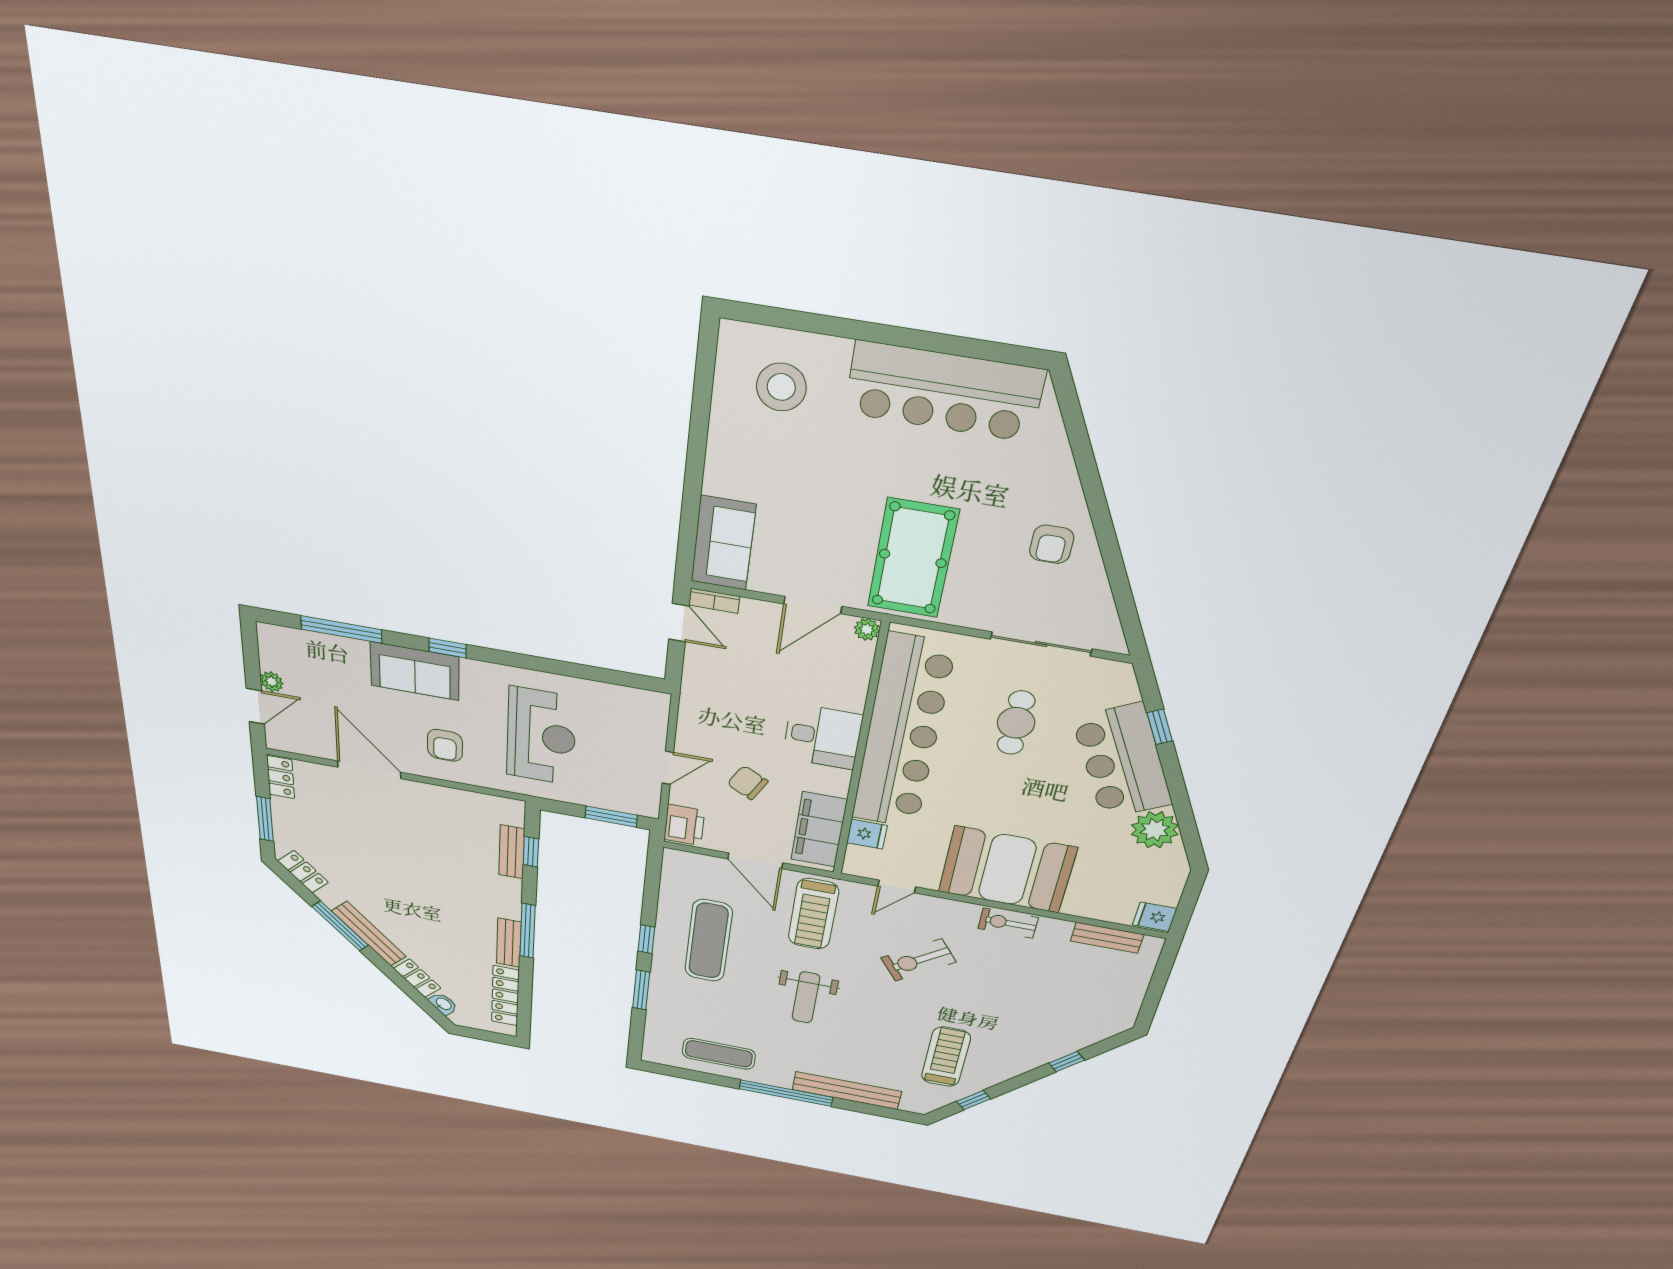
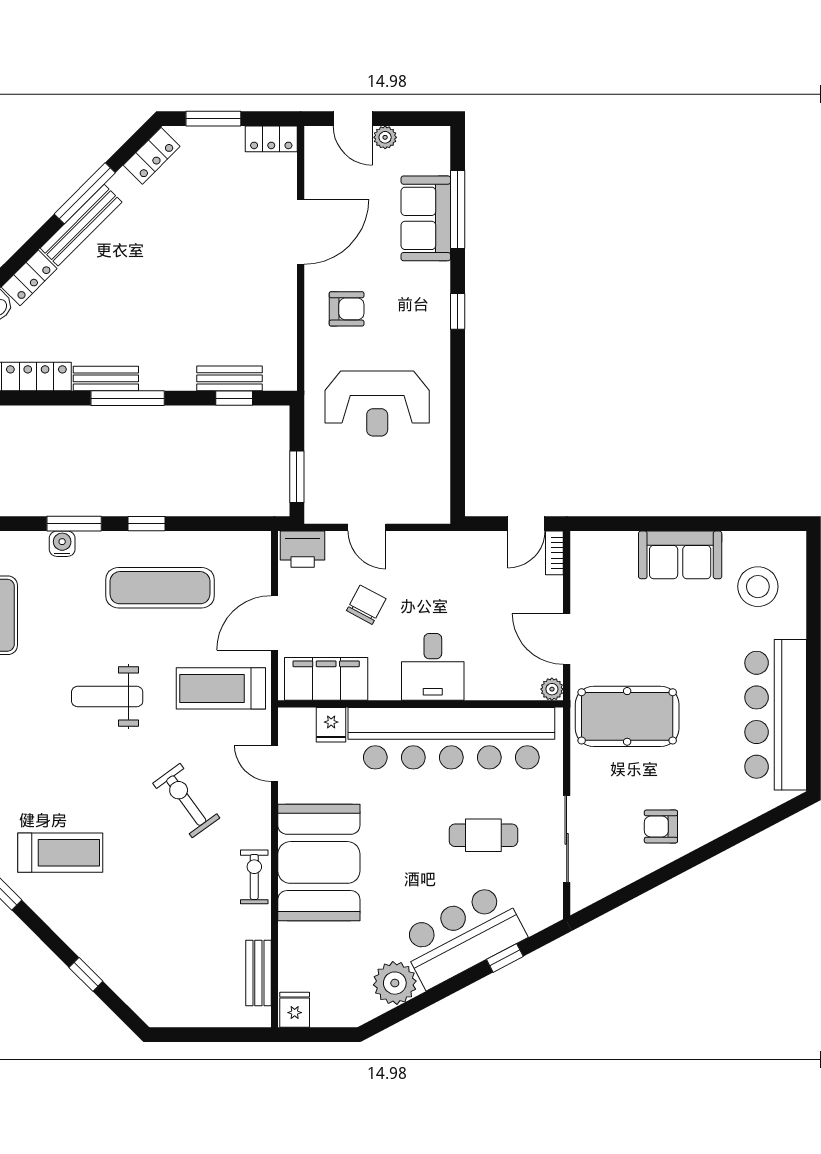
sofa: (723, 543) -> (680, 555), moved
sofa: (415, 671) -> (426, 218), moved
armchair: (445, 745) -> (347, 309), turned 180
water cooler: (659, 1001) -> (62, 544), added

